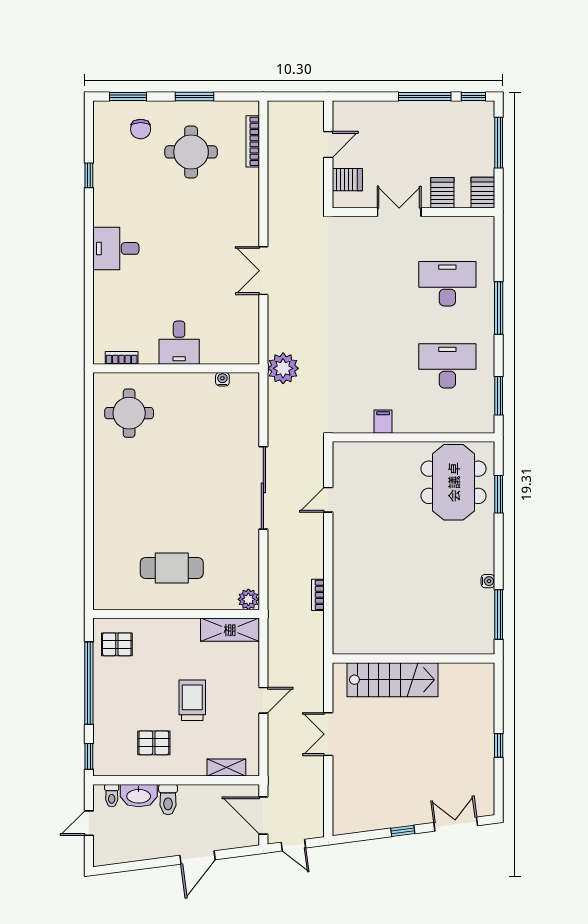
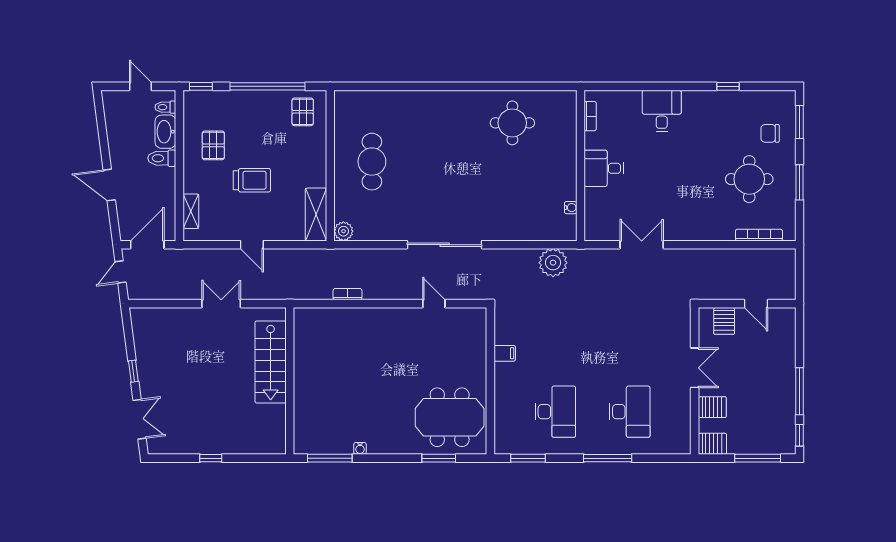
desk: (179, 343) -> (604, 168), moved
bookcase: (122, 358) -> (590, 116), moved
wall: (176, 368) -> (581, 166), moved
water cooler: (222, 379) -> (571, 208), moved

